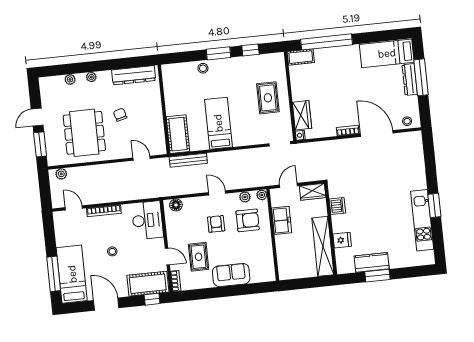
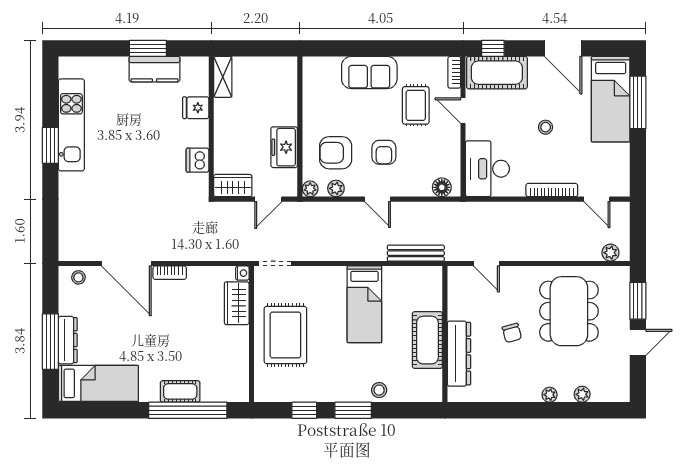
cot: (301, 57) -> (180, 391), moved
dresser: (134, 75) -> (459, 354), moved, turned 90
rug: (268, 98) -> (285, 335), width x1.36, depth x1.43
cot: (178, 134) -> (427, 340), moved
shelving: (323, 246) -> (223, 77), width x0.45, depth x0.75

